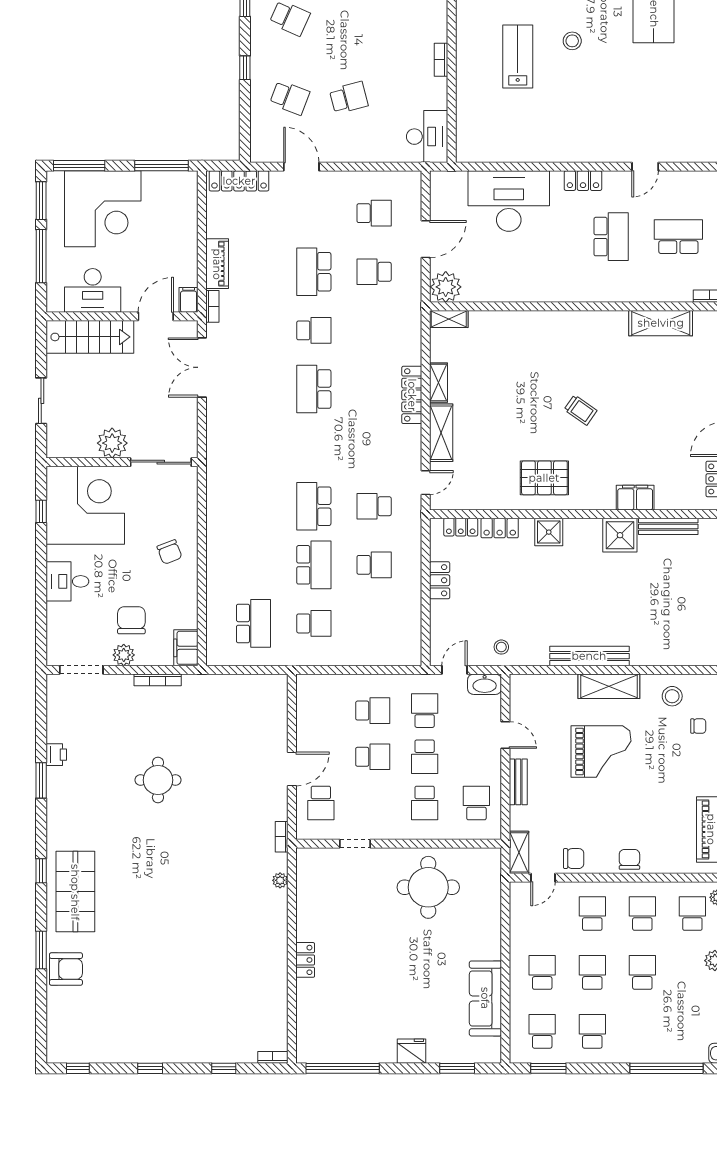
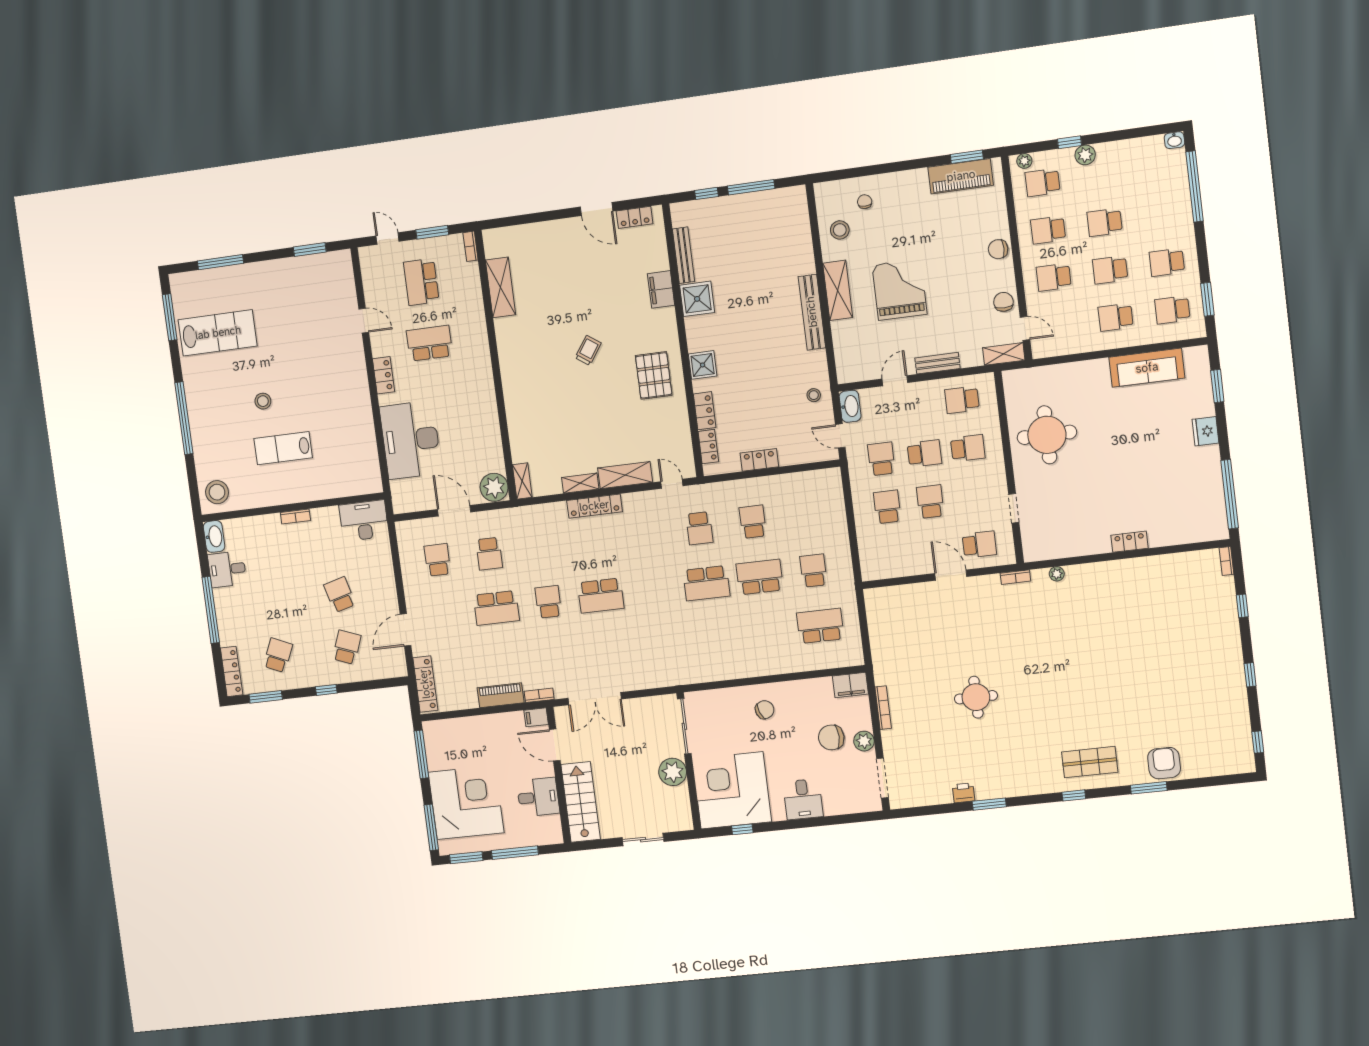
desk: (93, 290) -> (538, 797), width x0.73
school desk: (425, 711) -> (881, 459), turned 90
shop shelf: (75, 892) -> (1090, 762), width x0.70, depth x0.74

